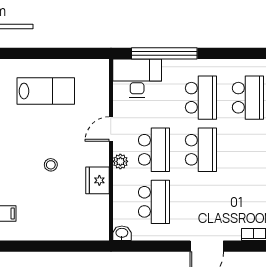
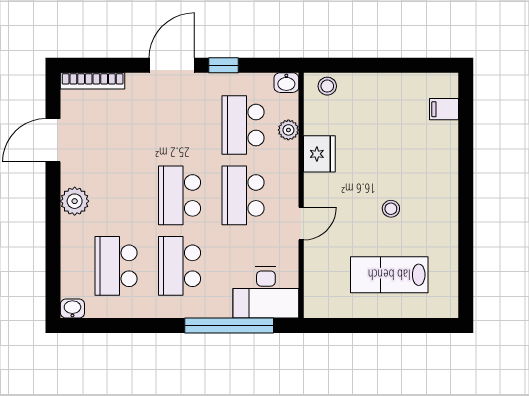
plant: (120, 161) -> (288, 130), moved
stool: (51, 165) -> (391, 209), moved
stool: (92, 231) -> (327, 86), added
window: (168, 246) -> (223, 65), added

